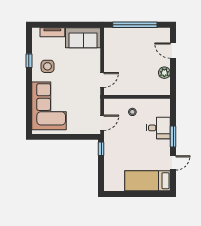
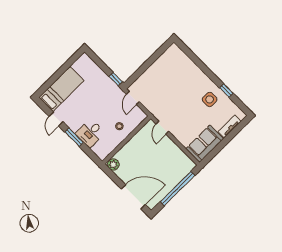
door: (173, 51) -> (133, 197), width x1.87
plant: (164, 73) -> (113, 165), moved
corner sofa: (49, 106) -> (181, 73), removed

